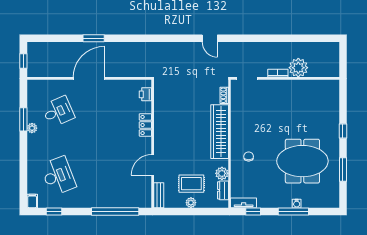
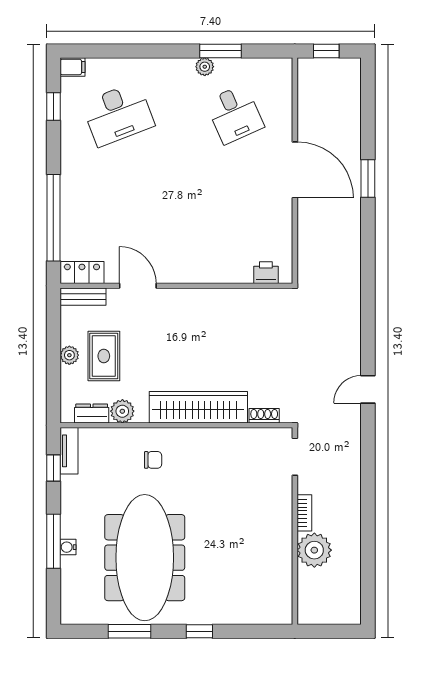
locker: (145, 125) -> (82, 272), moved
meeting table: (302, 161) -> (145, 558), width x1.36

